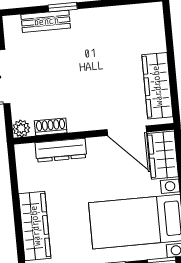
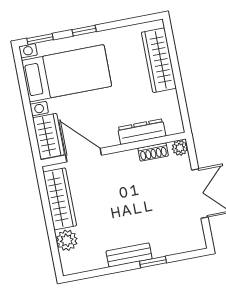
bench: (46, 21) -> (129, 255), moved
plant: (154, 40) -> (67, 240), added

